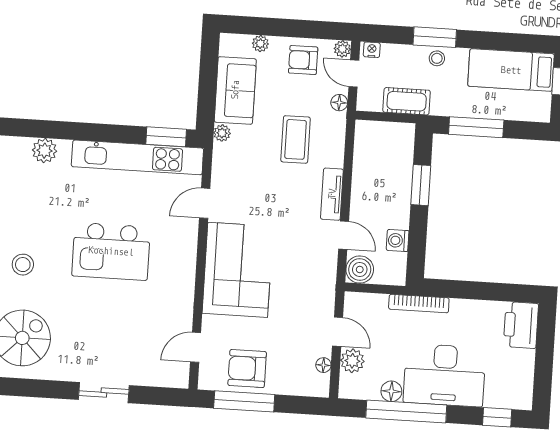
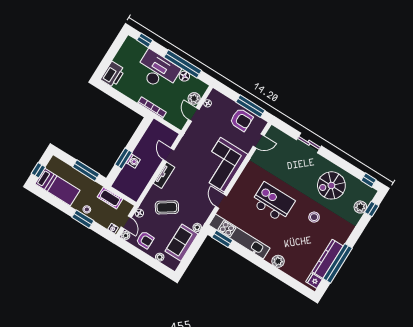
coffee table: (296, 139) -> (167, 207), turned 56
door: (205, 203) -> (221, 201), swing flipped
washing machine: (398, 240) -> (133, 161), moved
boiler: (360, 269) -> (170, 136), removed

